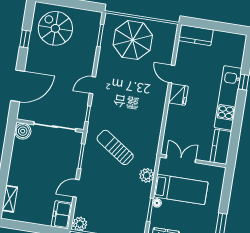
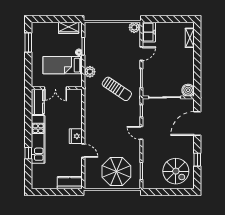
door: (92, 85) -> (141, 133), swing flipped
double door: (181, 159) -> (55, 88), moved

